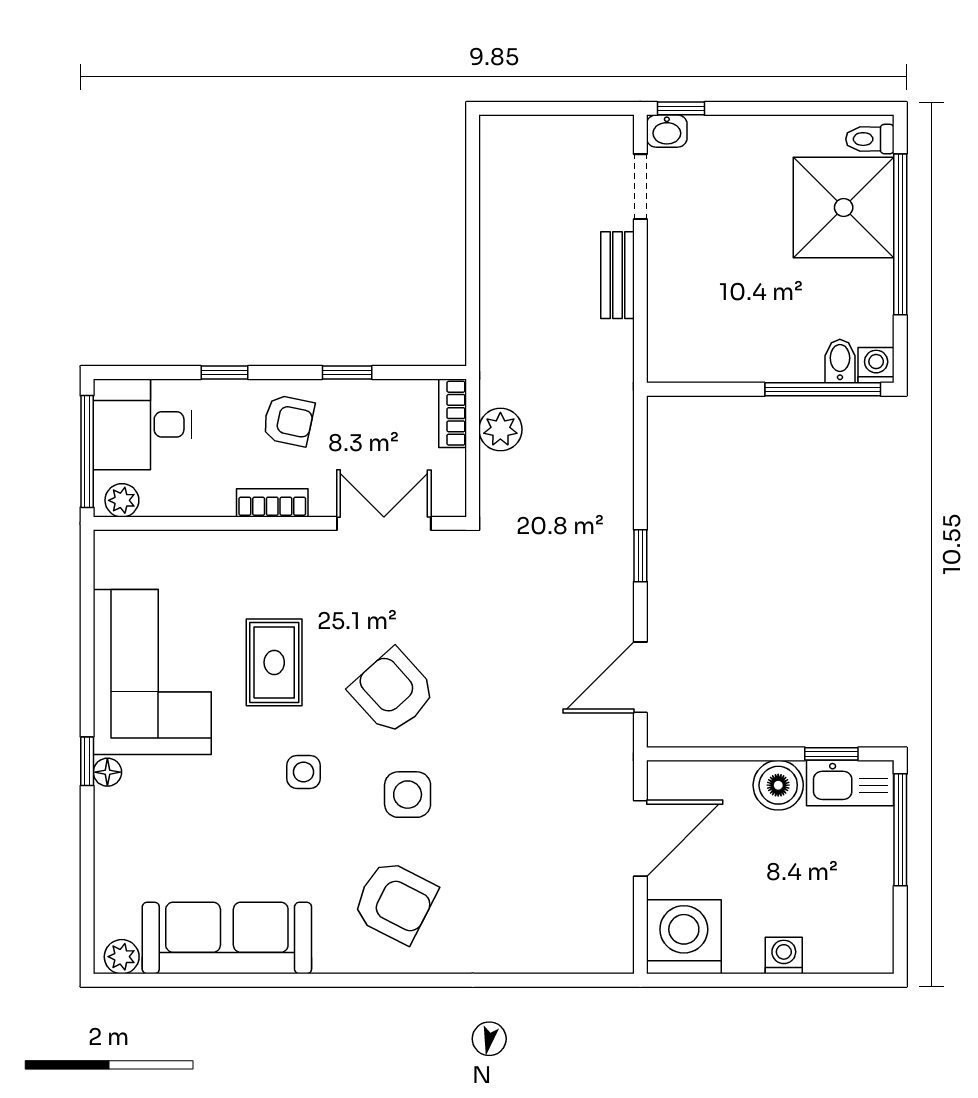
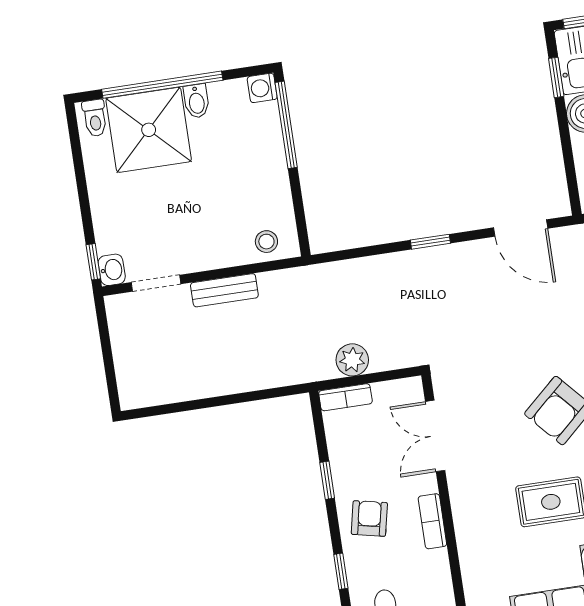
stool: (673, 340) -> (266, 242), added
bidet: (840, 361) -> (196, 101), moved, turned -90

